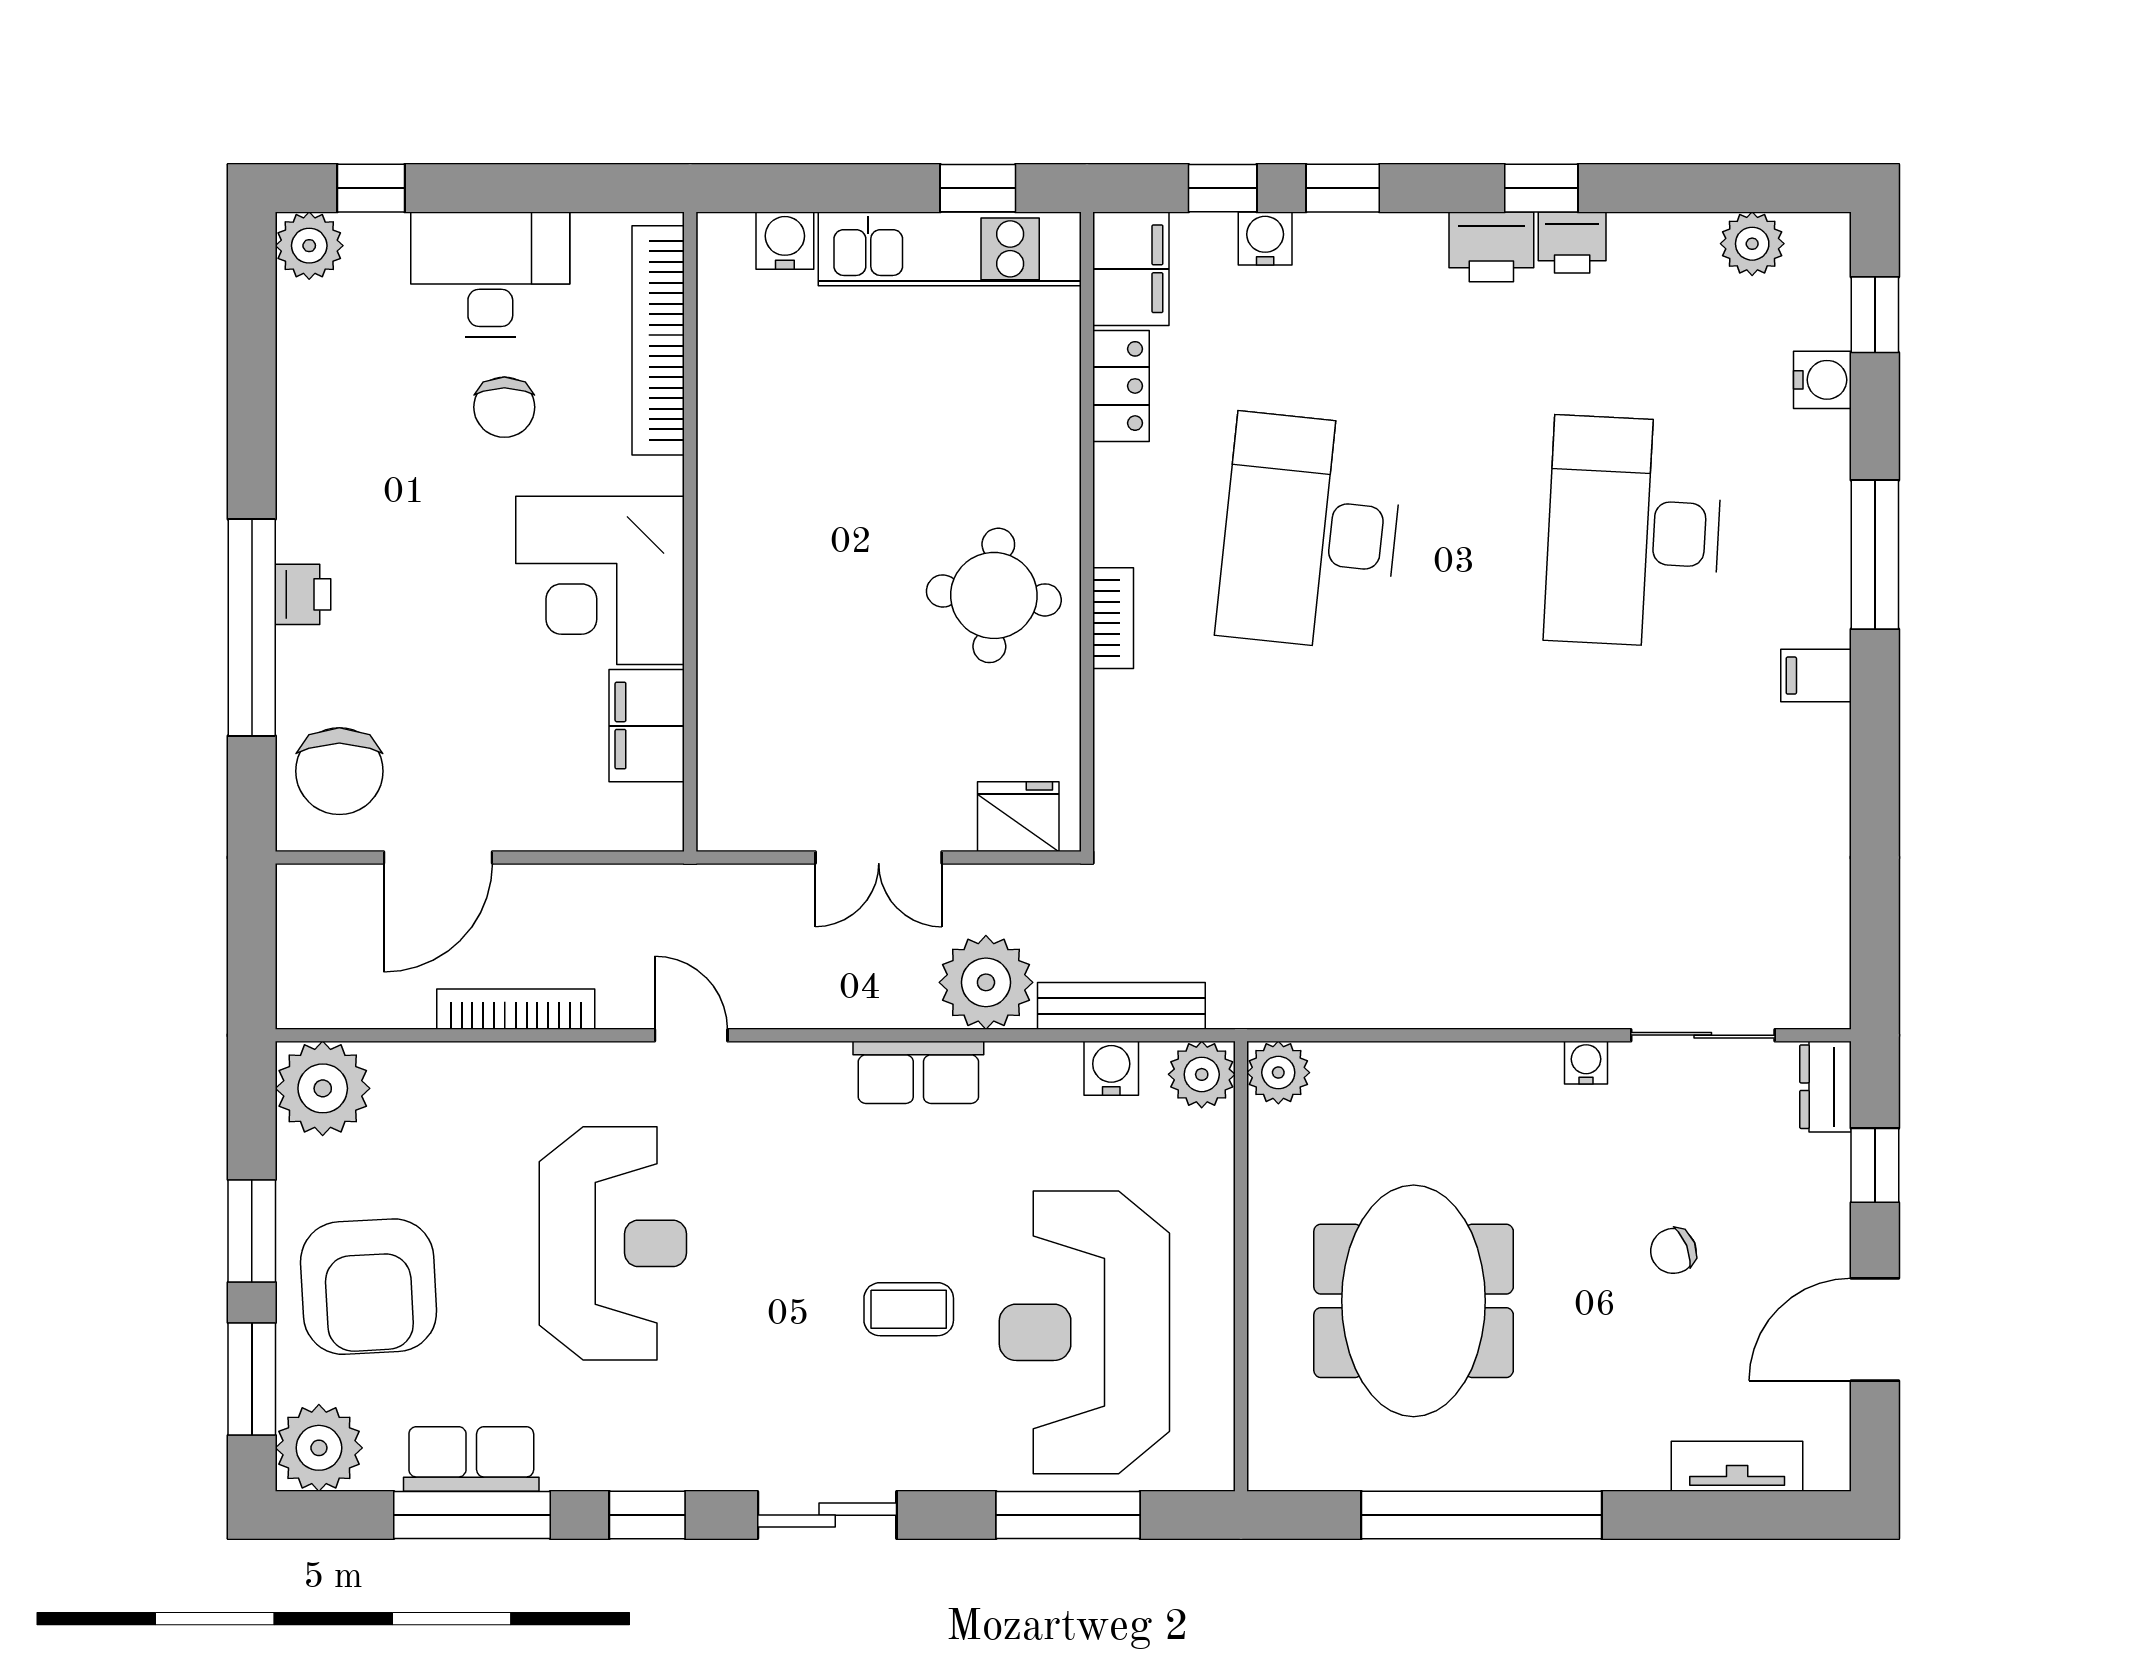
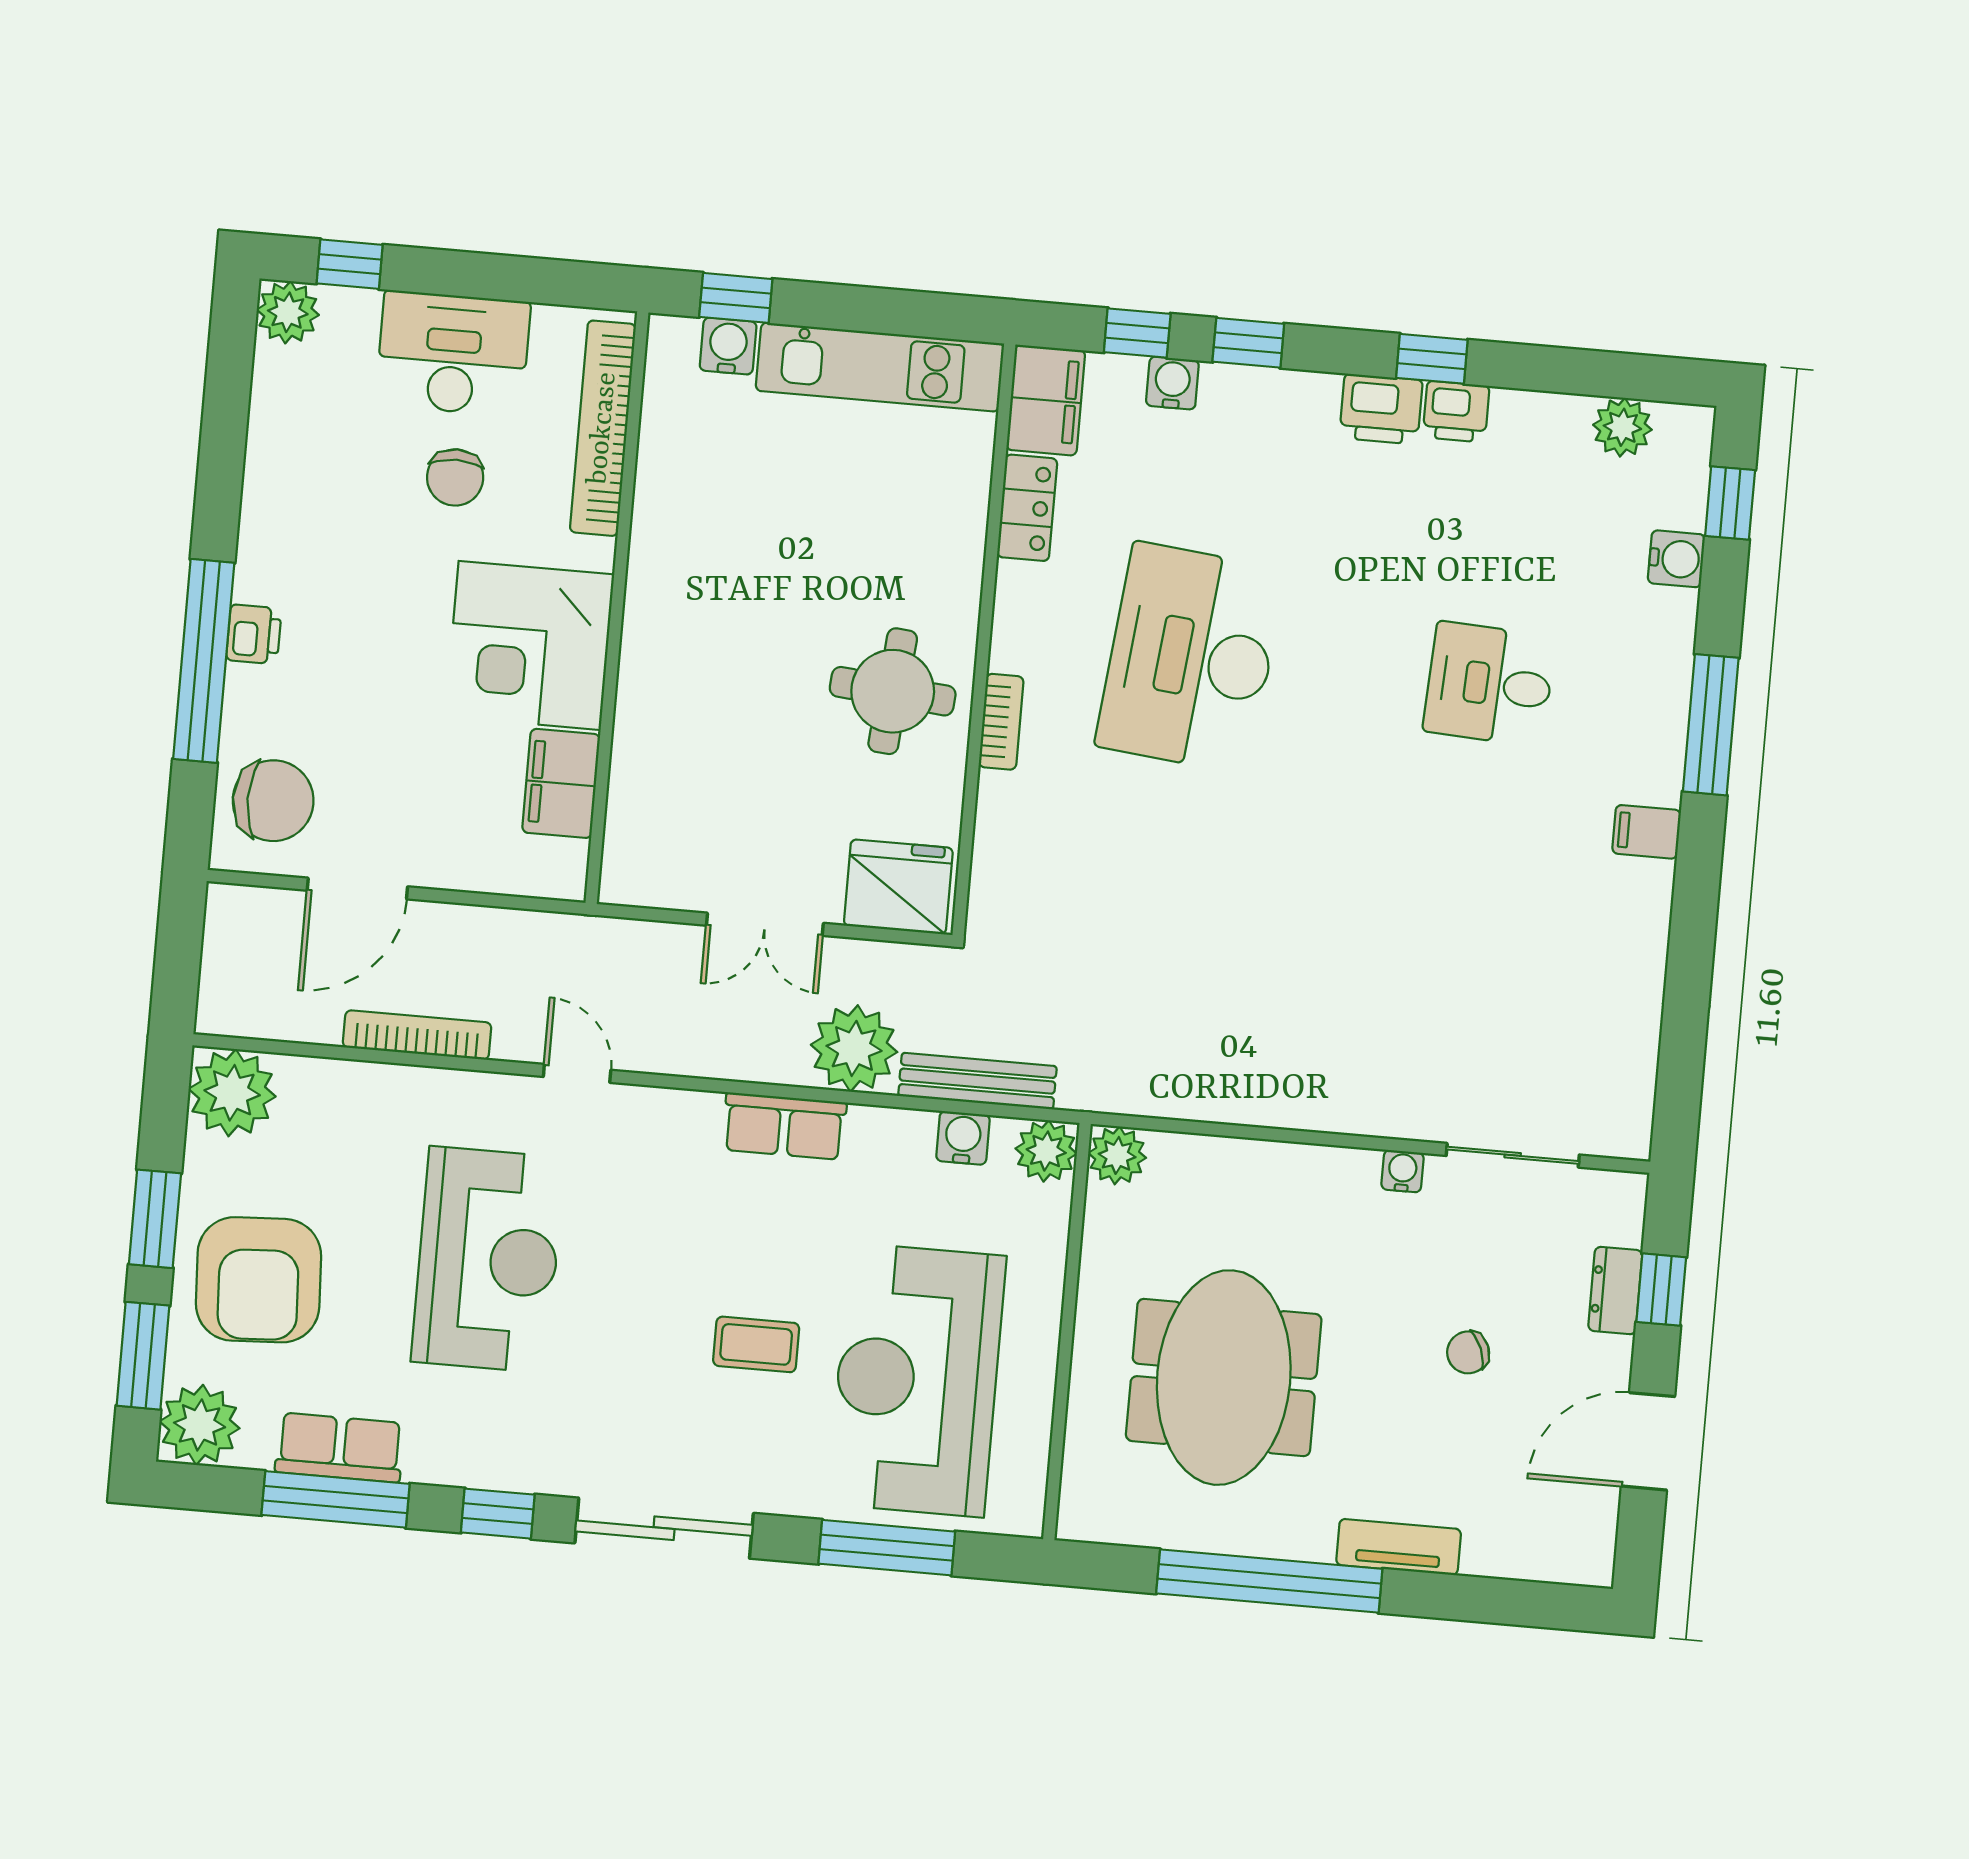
window: (978, 188) -> (736, 298), moved
desk: (1634, 532) -> (1489, 684), width x0.53, depth x0.77
chair: (339, 771) -> (273, 801), turned -90
fridge: (1018, 817) -> (898, 887), width x1.36, depth x1.34
dresser: (1826, 1087) -> (1615, 1291), moved
tv unit: (1737, 1466) -> (1399, 1547), moved
sliding door: (827, 1515) -> (664, 1528), width x1.37

